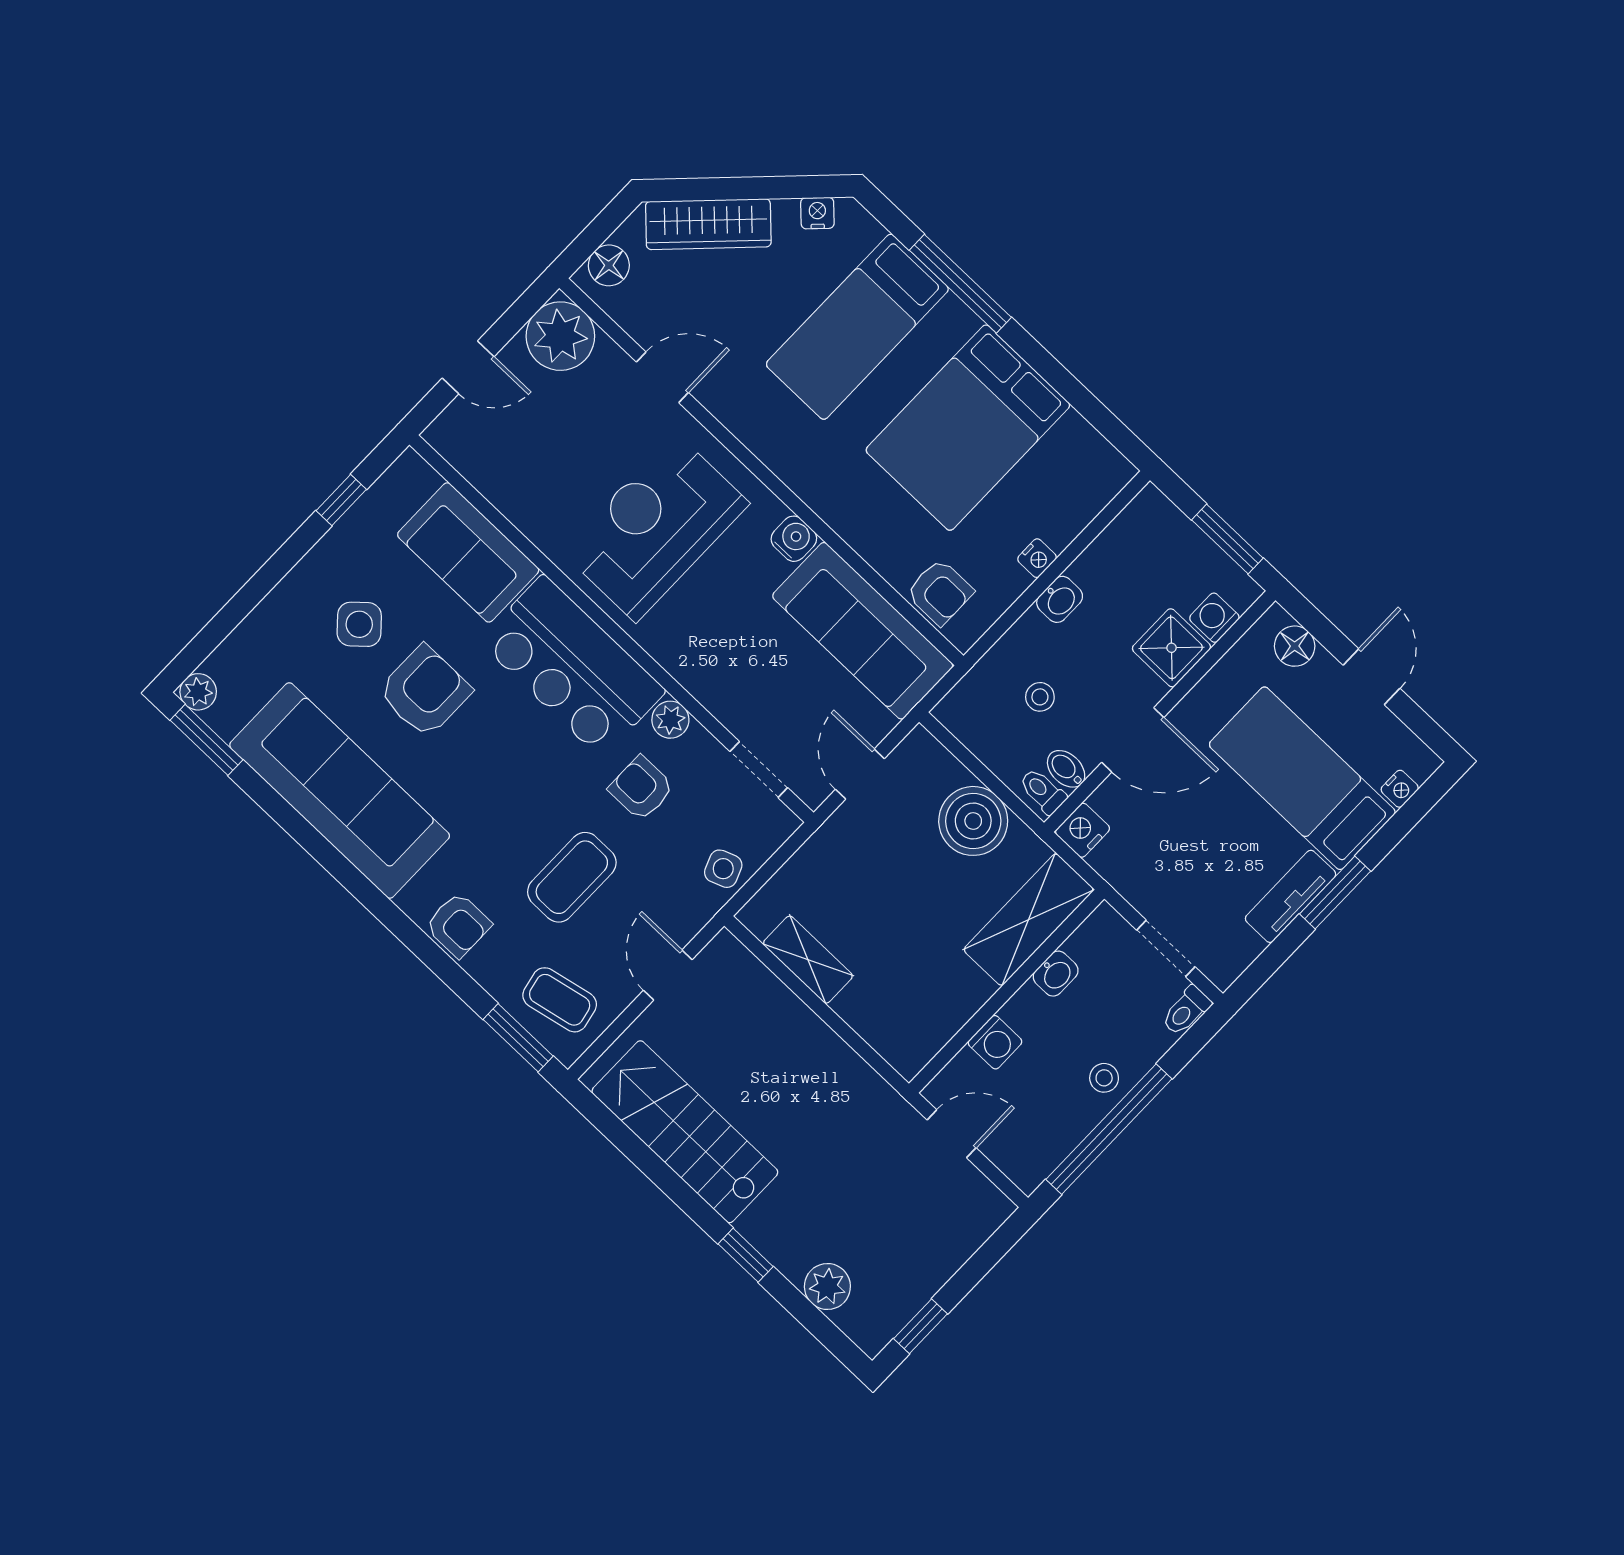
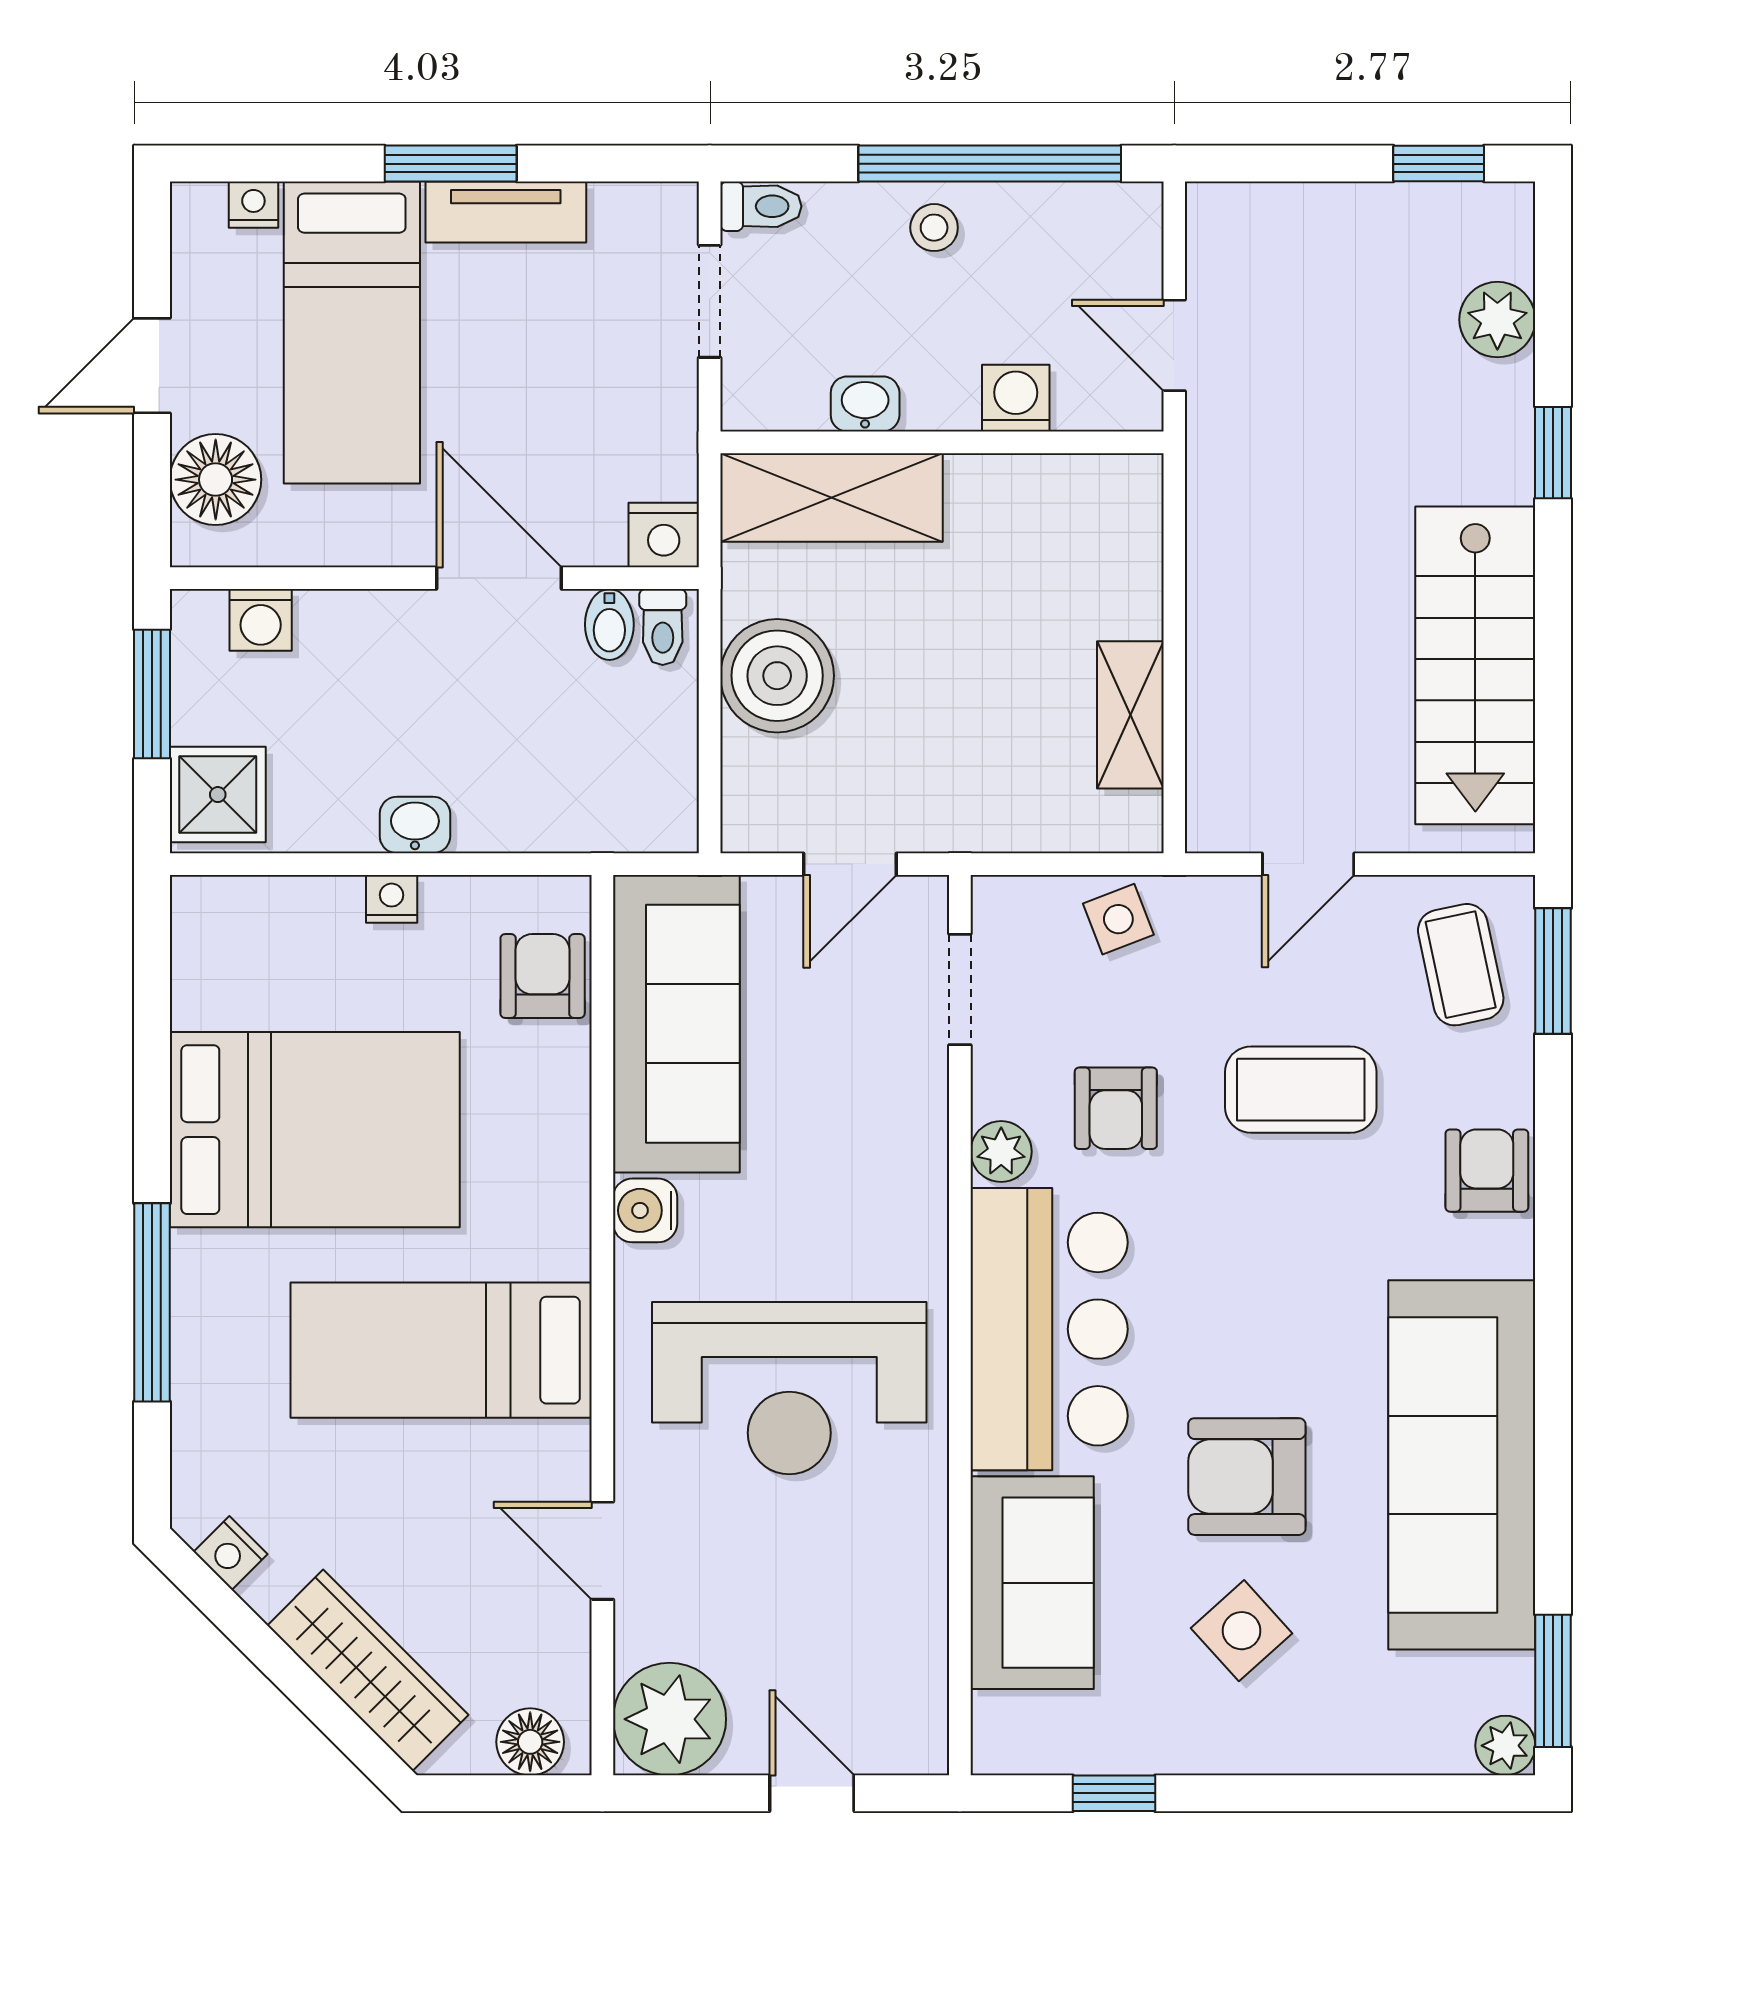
bed: (857, 327) -> (441, 1350), moved, turned 180
floor lamp: (1295, 646) -> (216, 480), width x1.38, depth x1.38
shower: (1171, 648) -> (218, 795), moved
stool: (1040, 697) -> (553, 737), removed

